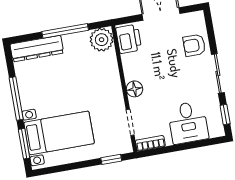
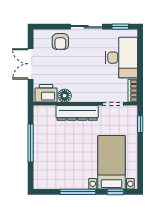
plant: (102, 40) -> (43, 115), removed
dresser: (37, 49) -> (77, 113), moved, turned 90
floor lamp: (135, 89) -> (65, 96), moved
desk: (188, 122) -> (121, 58), width x1.37
window: (24, 144) -> (115, 192), width x0.67

